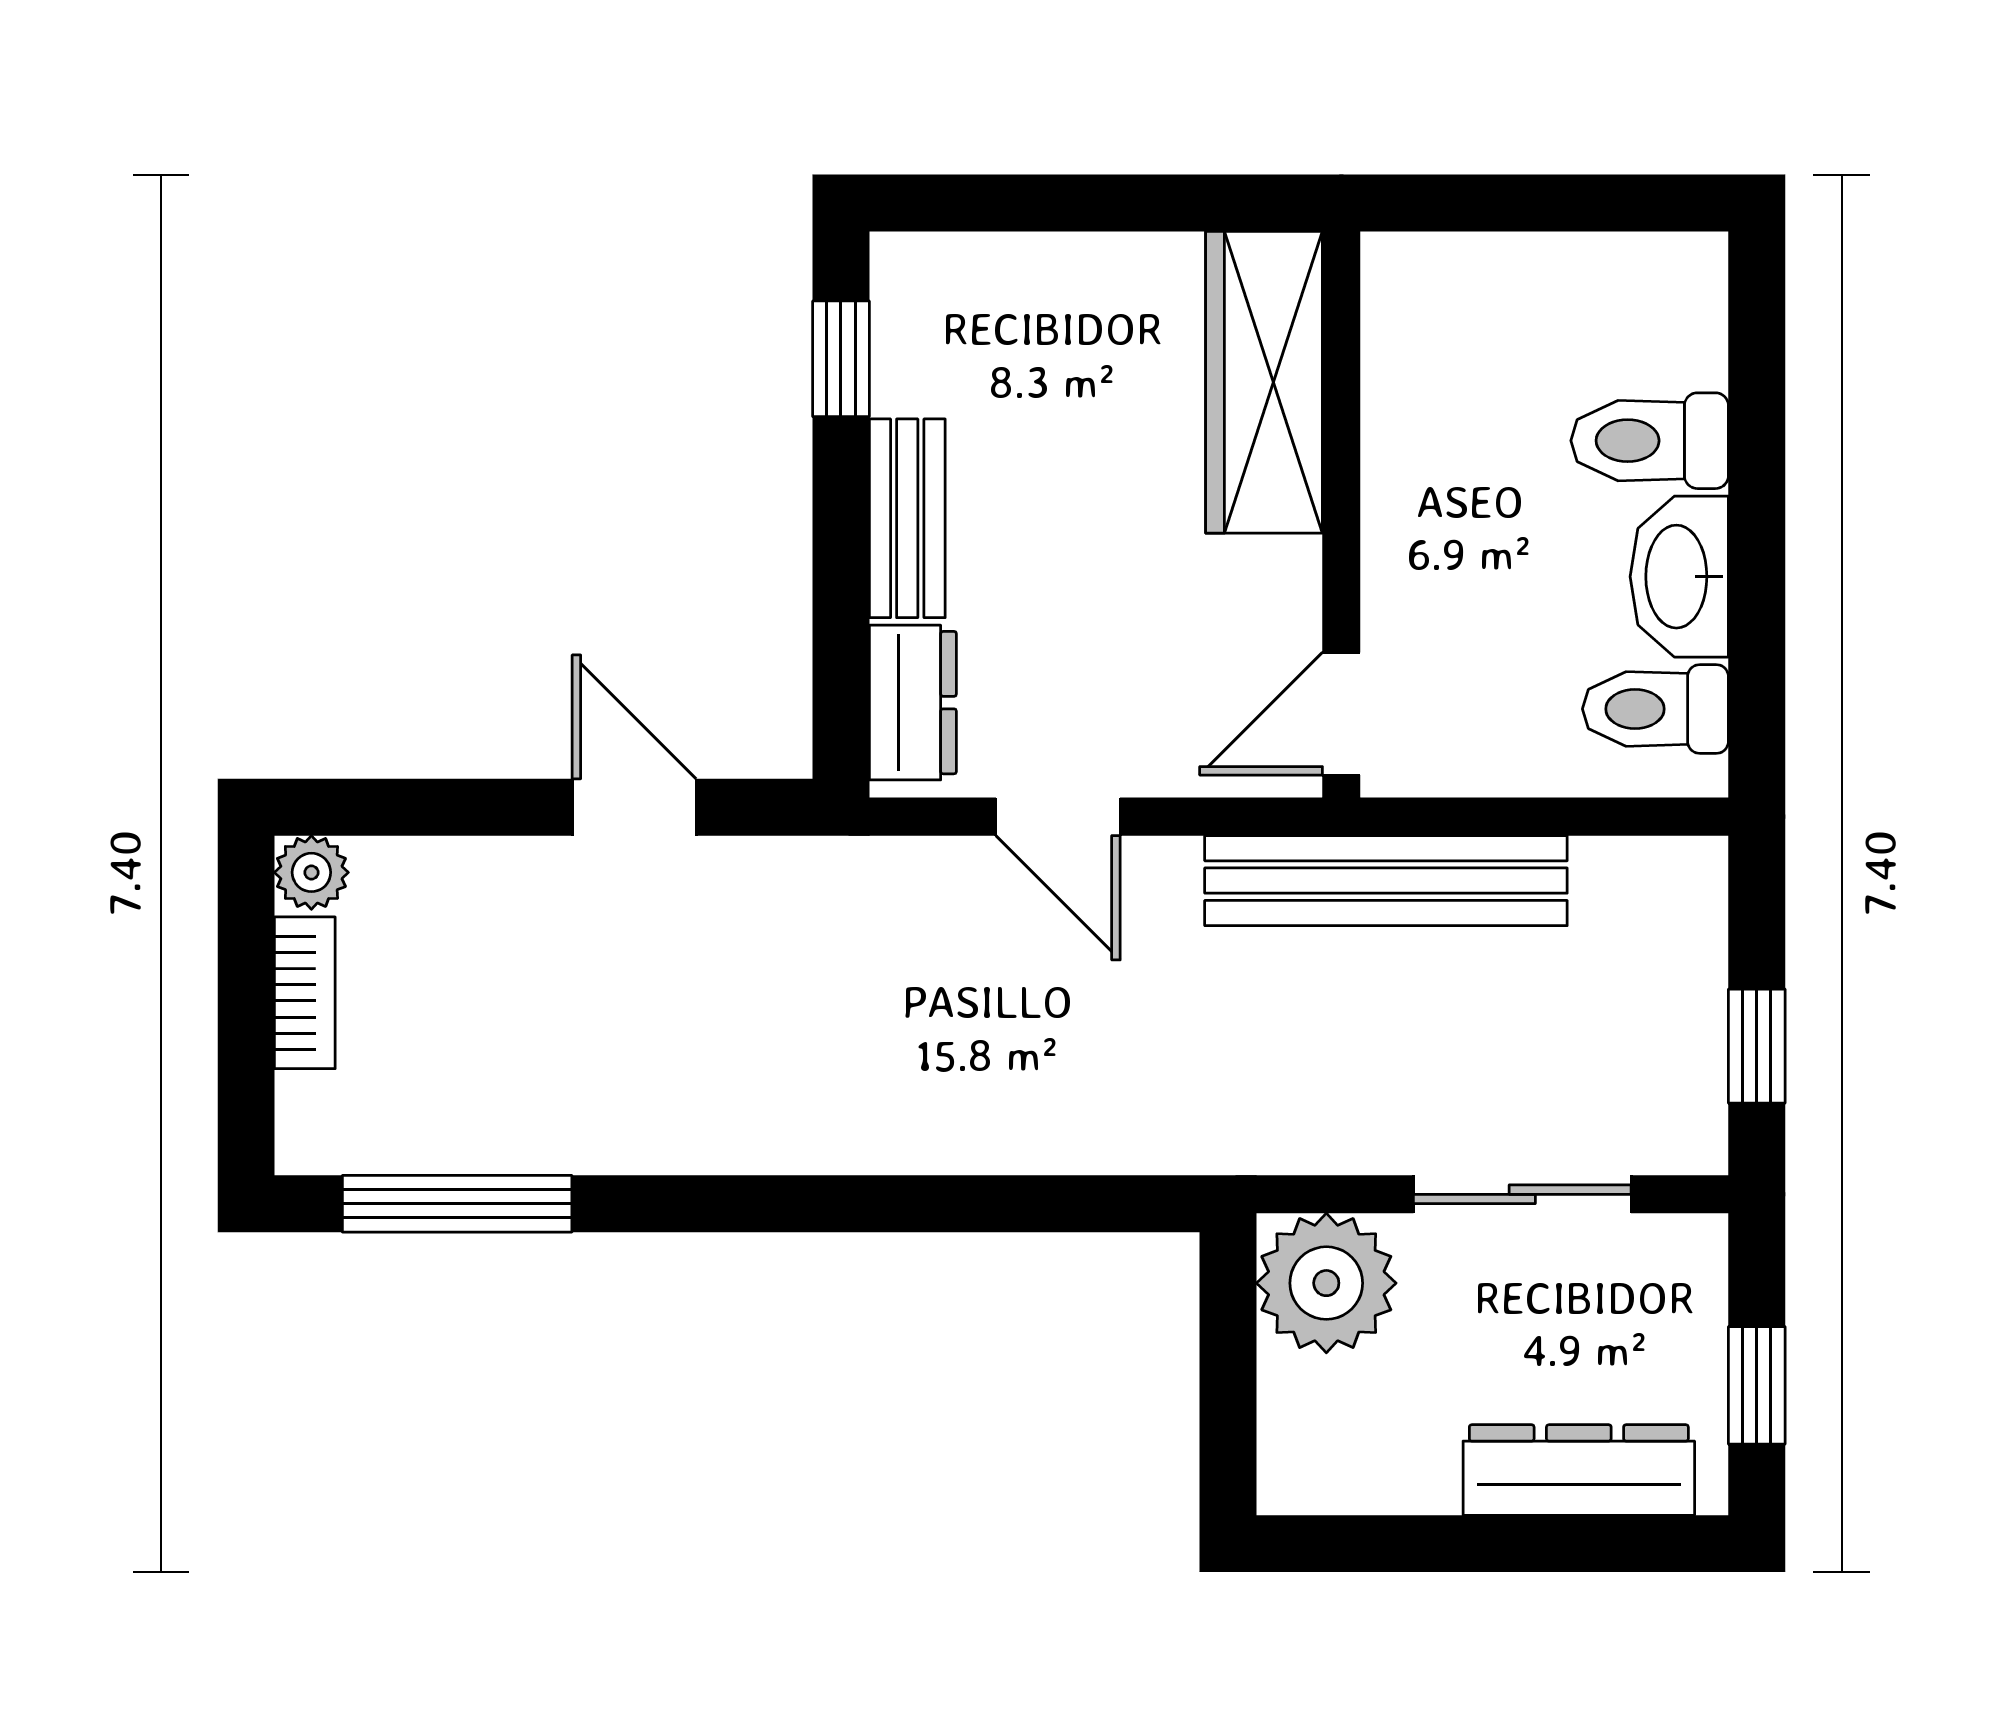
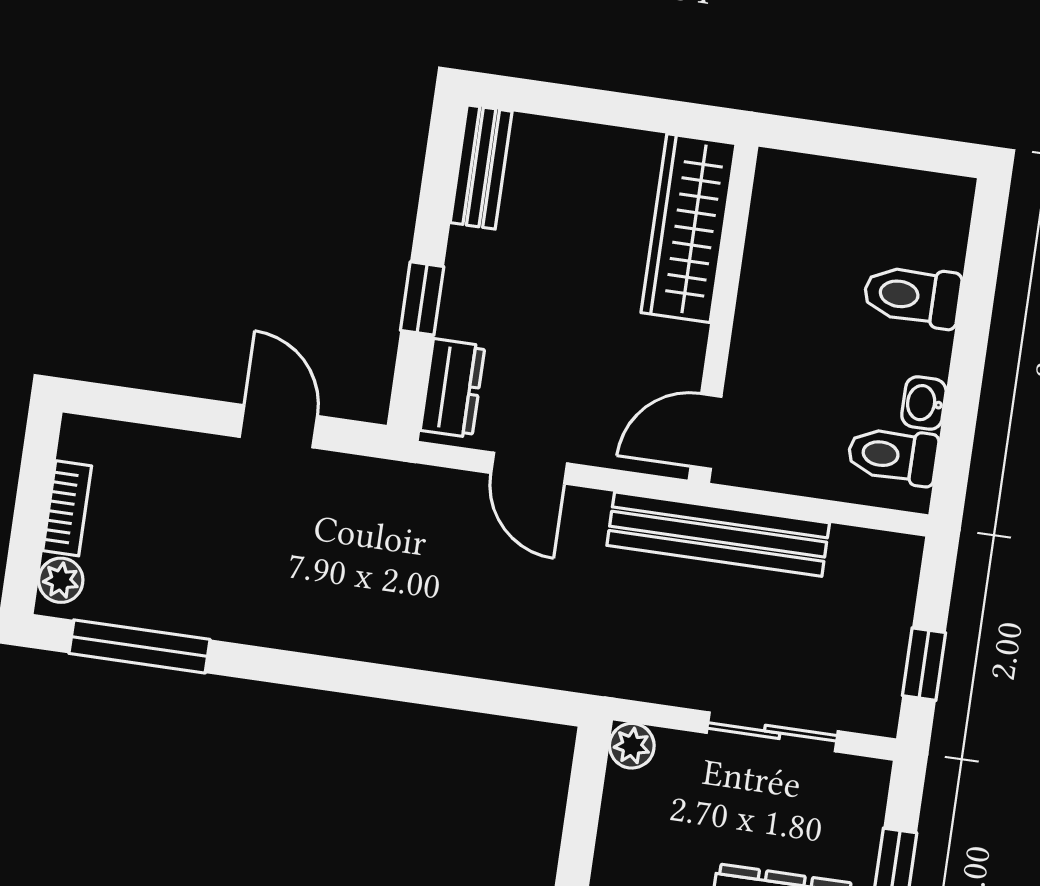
window: (841, 359) -> (422, 298), moved
bench: (907, 518) -> (481, 167), moved
washbasin: (1679, 577) -> (924, 403), width x0.52, depth x0.69
plant: (311, 872) -> (61, 580), moved
plant: (1326, 1283) -> (632, 746), width x0.53, depth x0.53

